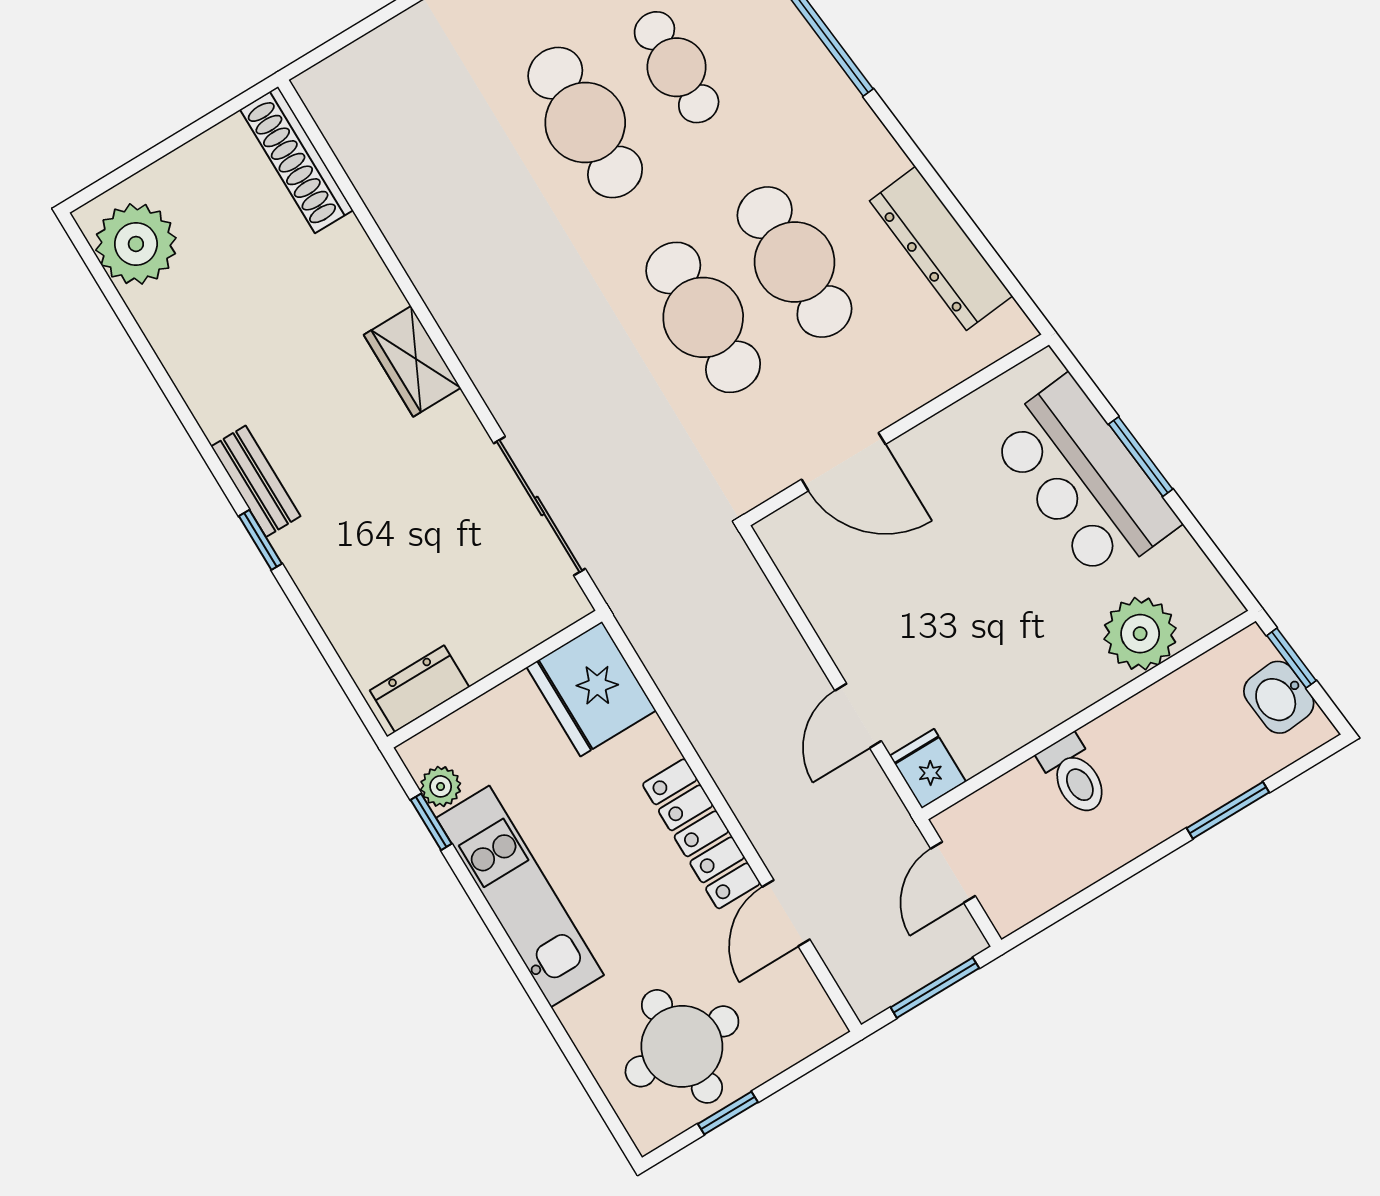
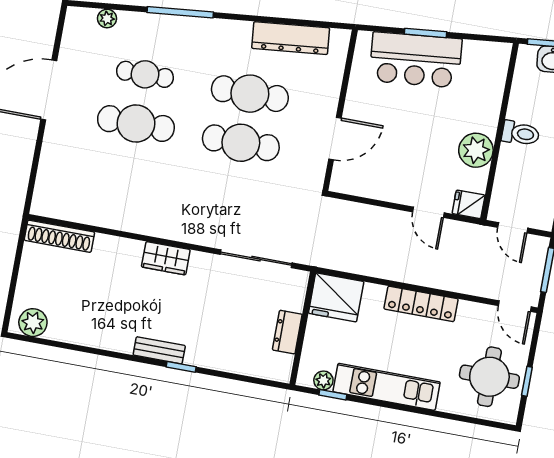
plant: (136, 244) -> (33, 323), width x0.73, depth x0.73
plant: (1140, 634) -> (476, 150), moved
dresser: (420, 689) -> (287, 332), moved
toilet: (1074, 776) -> (521, 133), moved
door: (786, 913) -> (515, 306), moved

